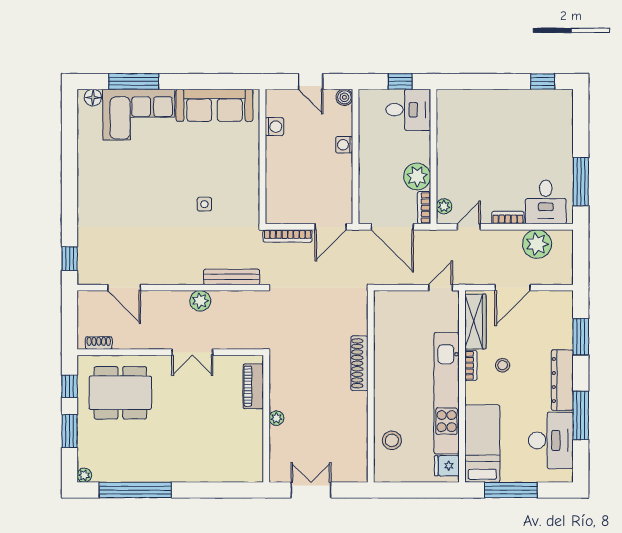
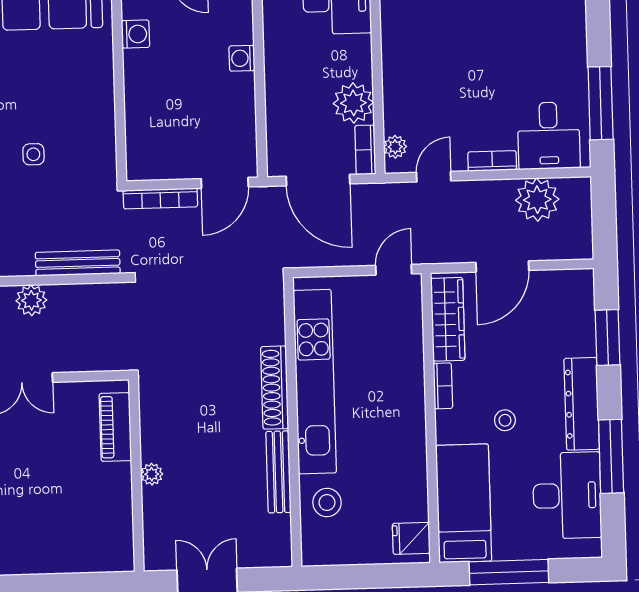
stool: (503, 365) -> (505, 420), moved
kitchen unit: (447, 393) -> (315, 382), moved, turned 180
bench: (360, 419) -> (278, 472), added

